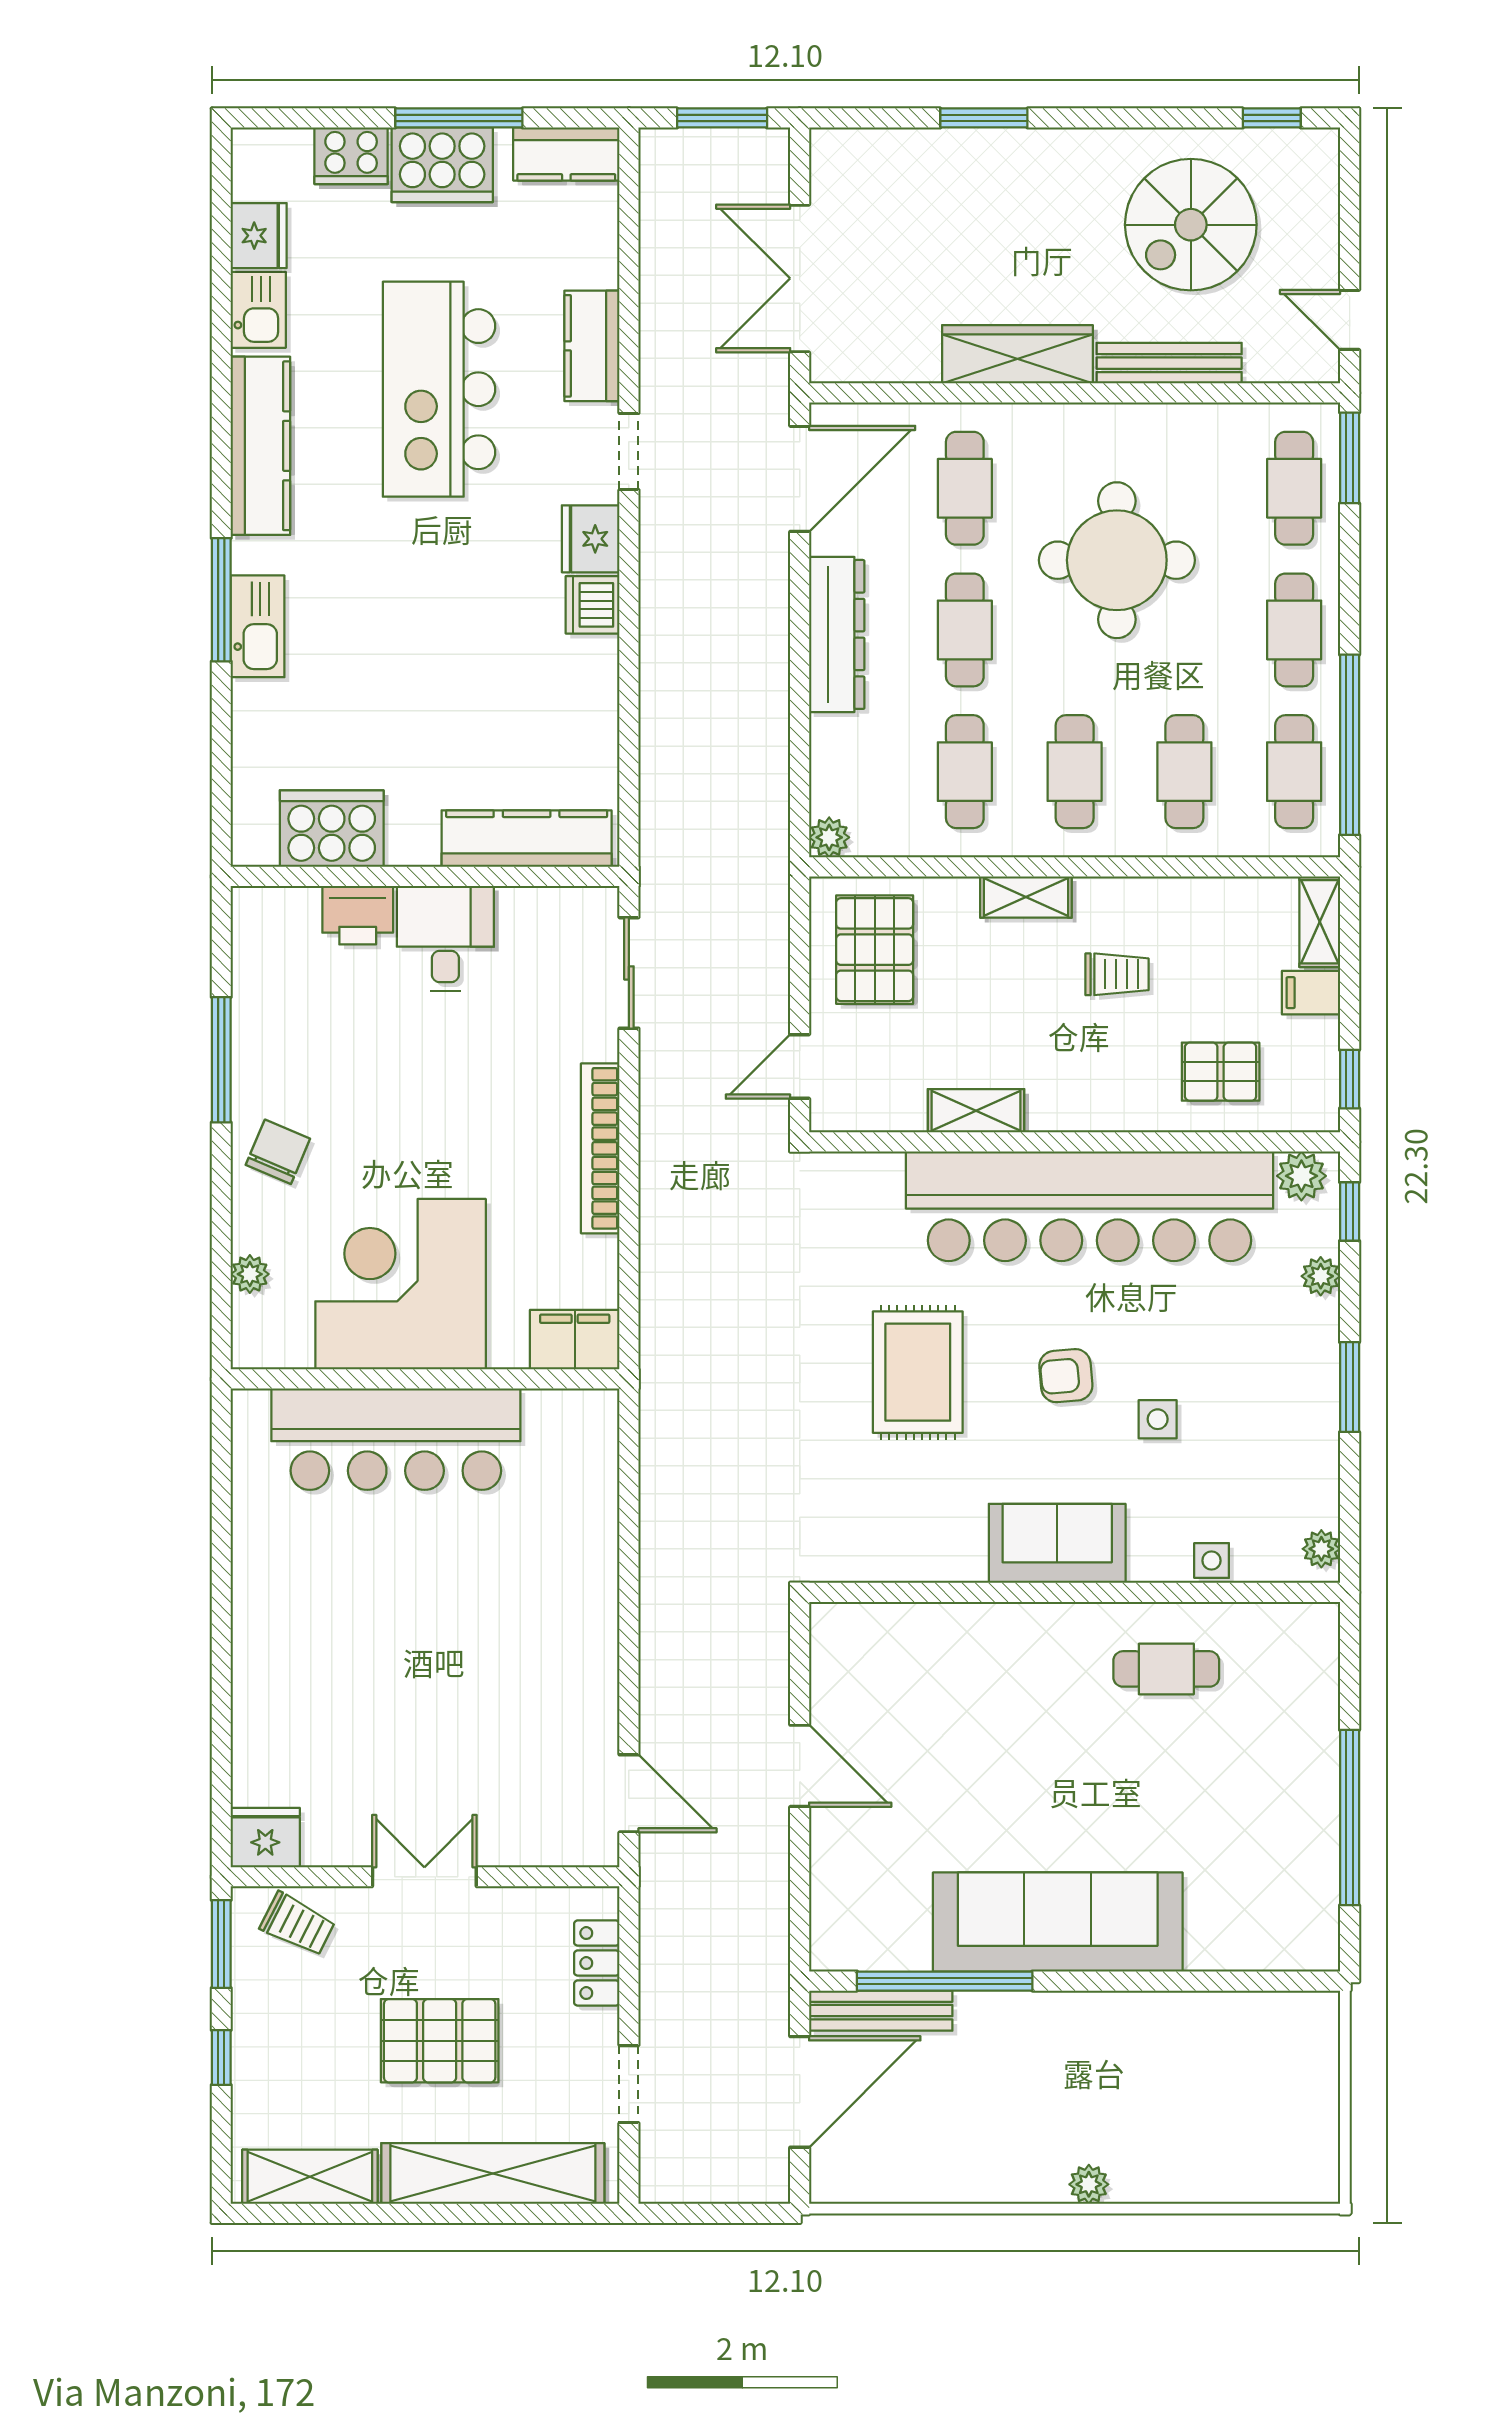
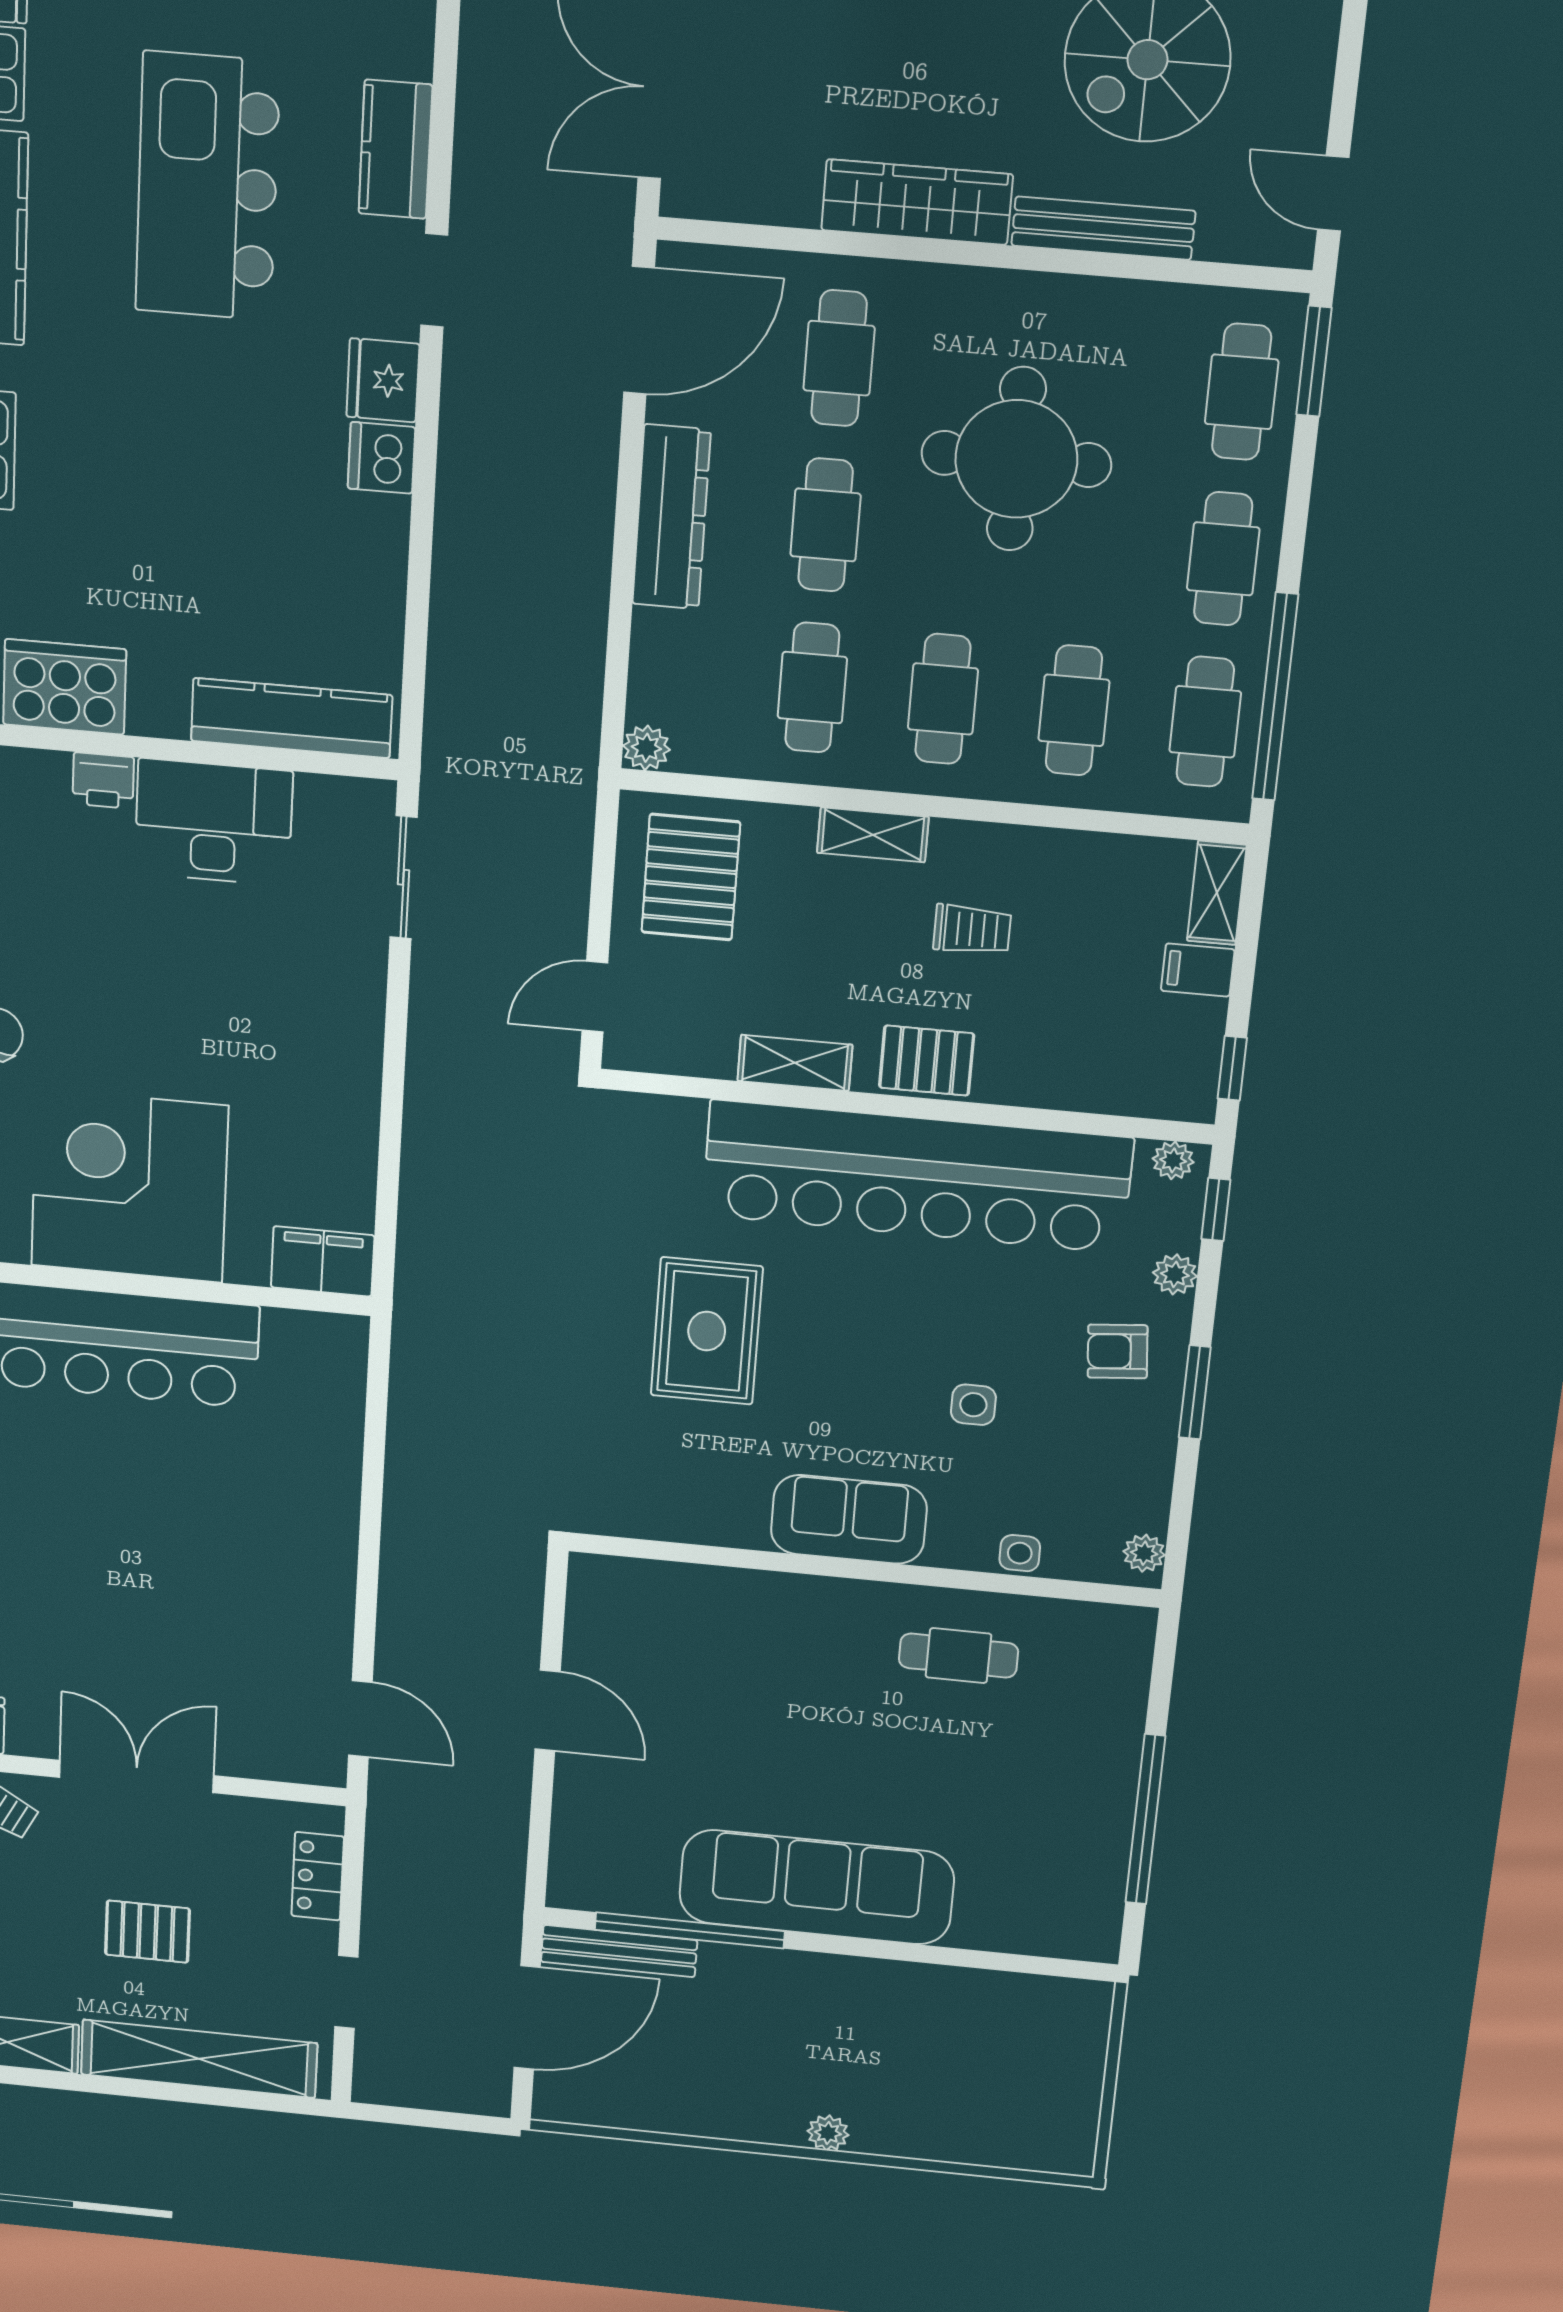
printer: (358, 915) -> (103, 781), width x0.73, depth x0.81
desk: (445, 938) -> (214, 822), width x1.37
pallet: (1221, 1072) -> (927, 1061), moved
bookcase: (600, 1148) -> (361, 1064), removed
plant: (1301, 1176) -> (1173, 1160), width x0.73, depth x0.73
armchair: (1066, 1376) -> (1118, 1351), moved
double door: (424, 1877) -> (136, 1777), width x1.37
pallet: (440, 2041) -> (147, 1932), width x0.67, depth x0.71

